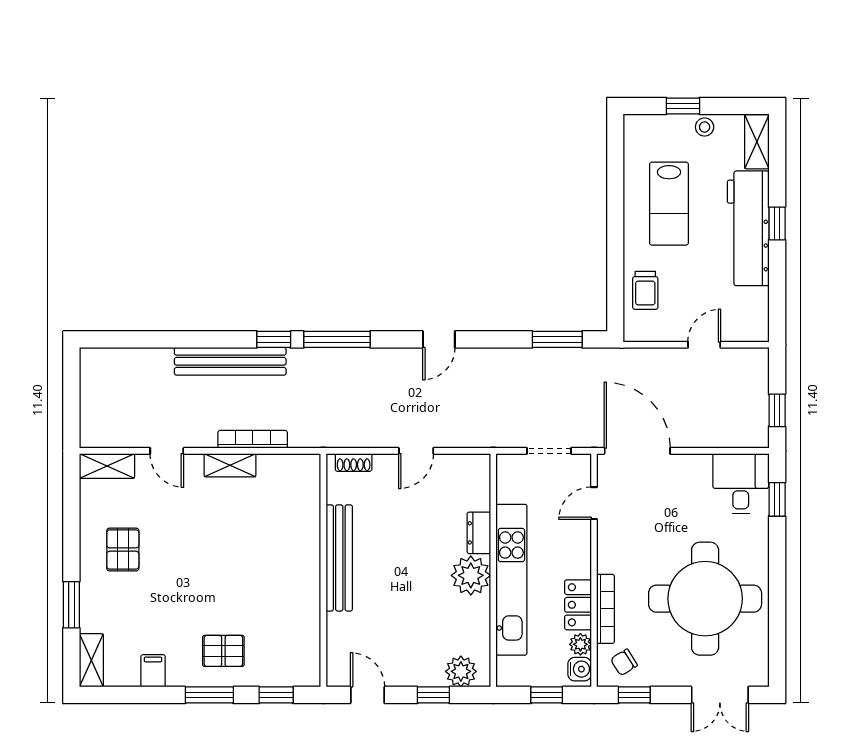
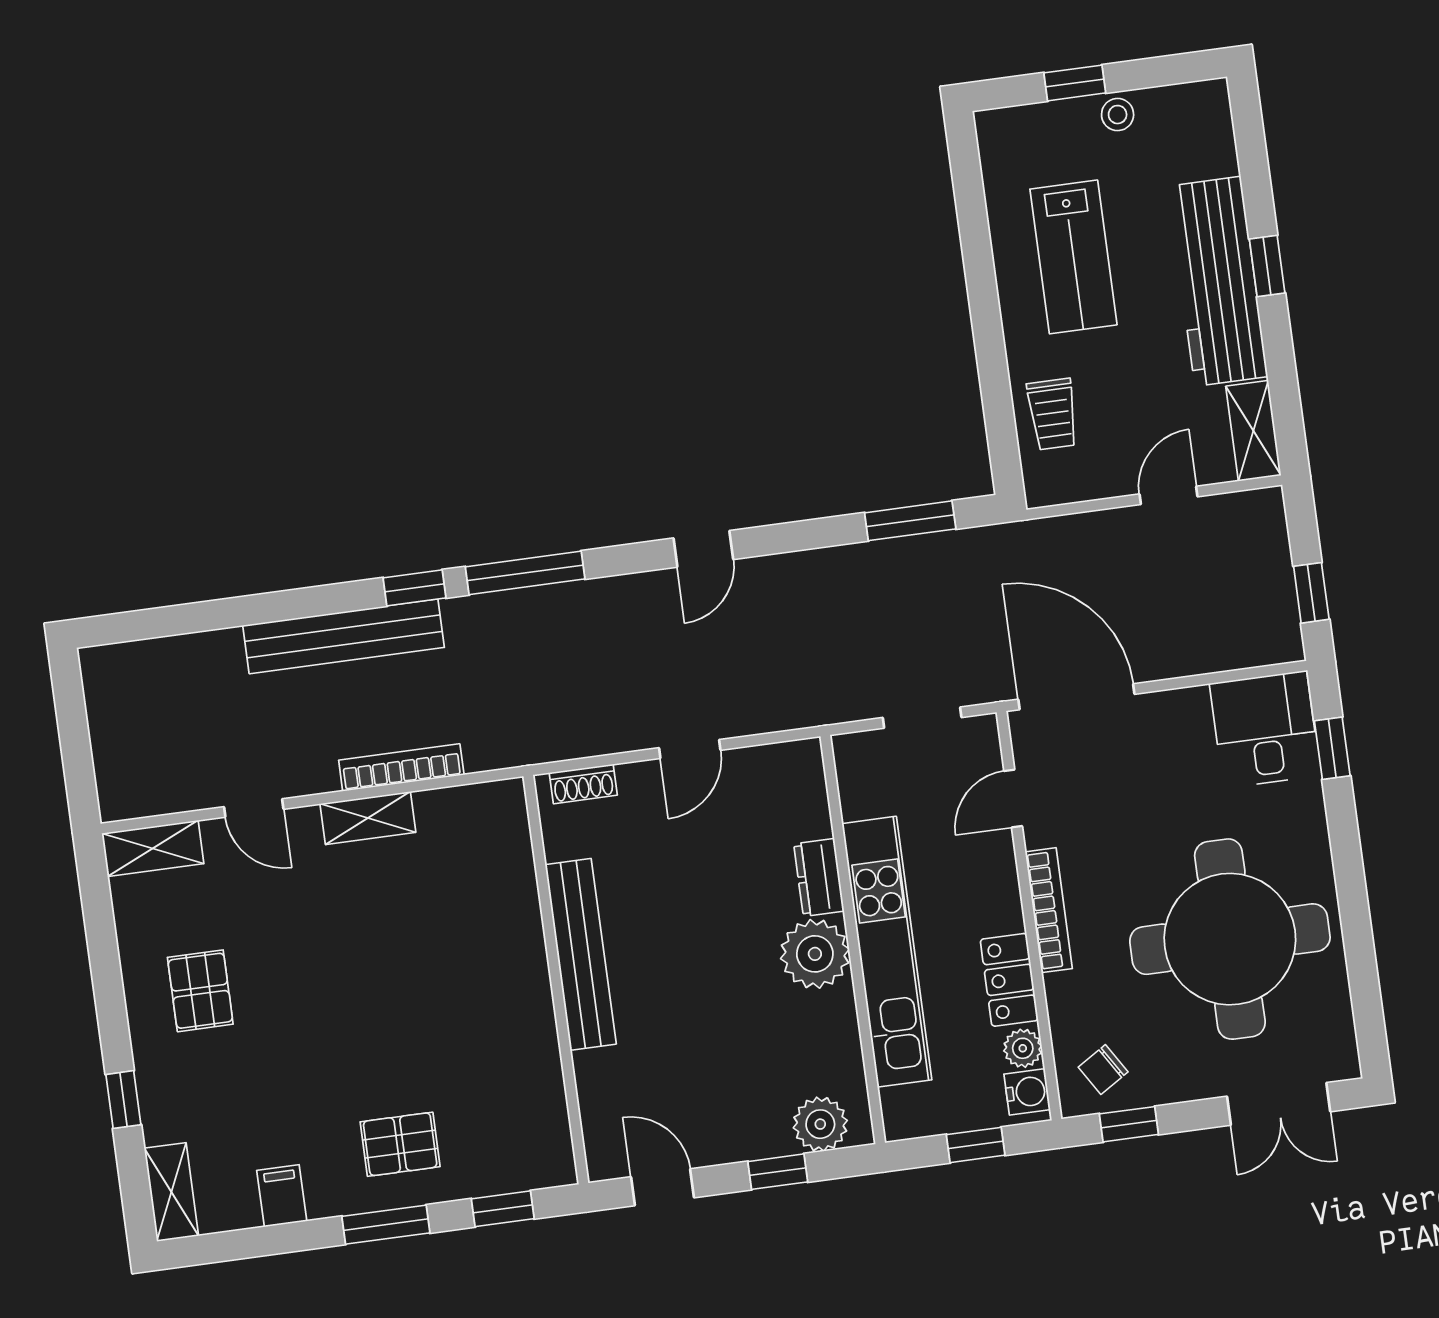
shelving: (757, 142) -> (1253, 431), moved
window: (71, 605) -> (123, 1100), width x0.67
bookcase: (605, 609) -> (1049, 910), moved

